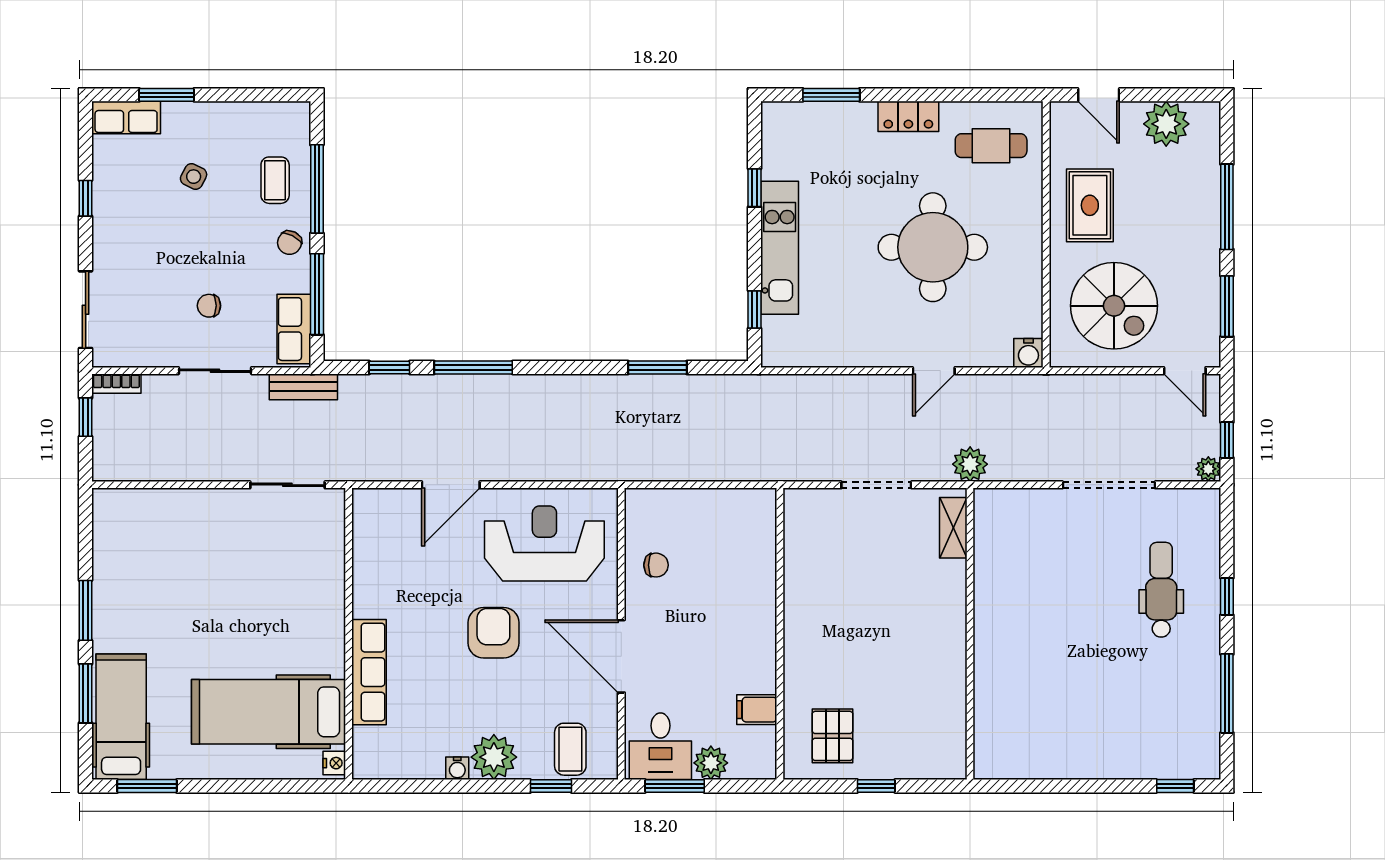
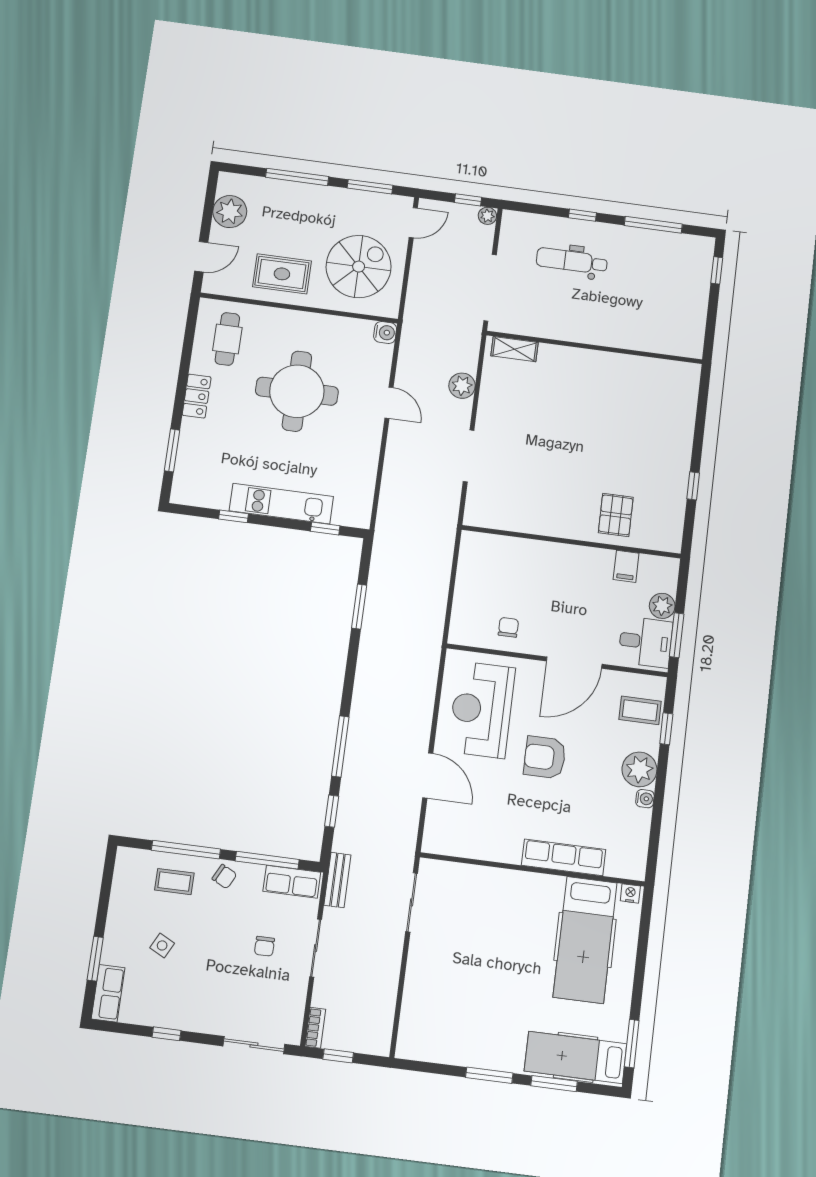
shelving: (953, 528) -> (514, 349), moved
wall: (970, 634) -> (594, 347), moved
pallet: (832, 736) -> (616, 515), moved, turned 90

